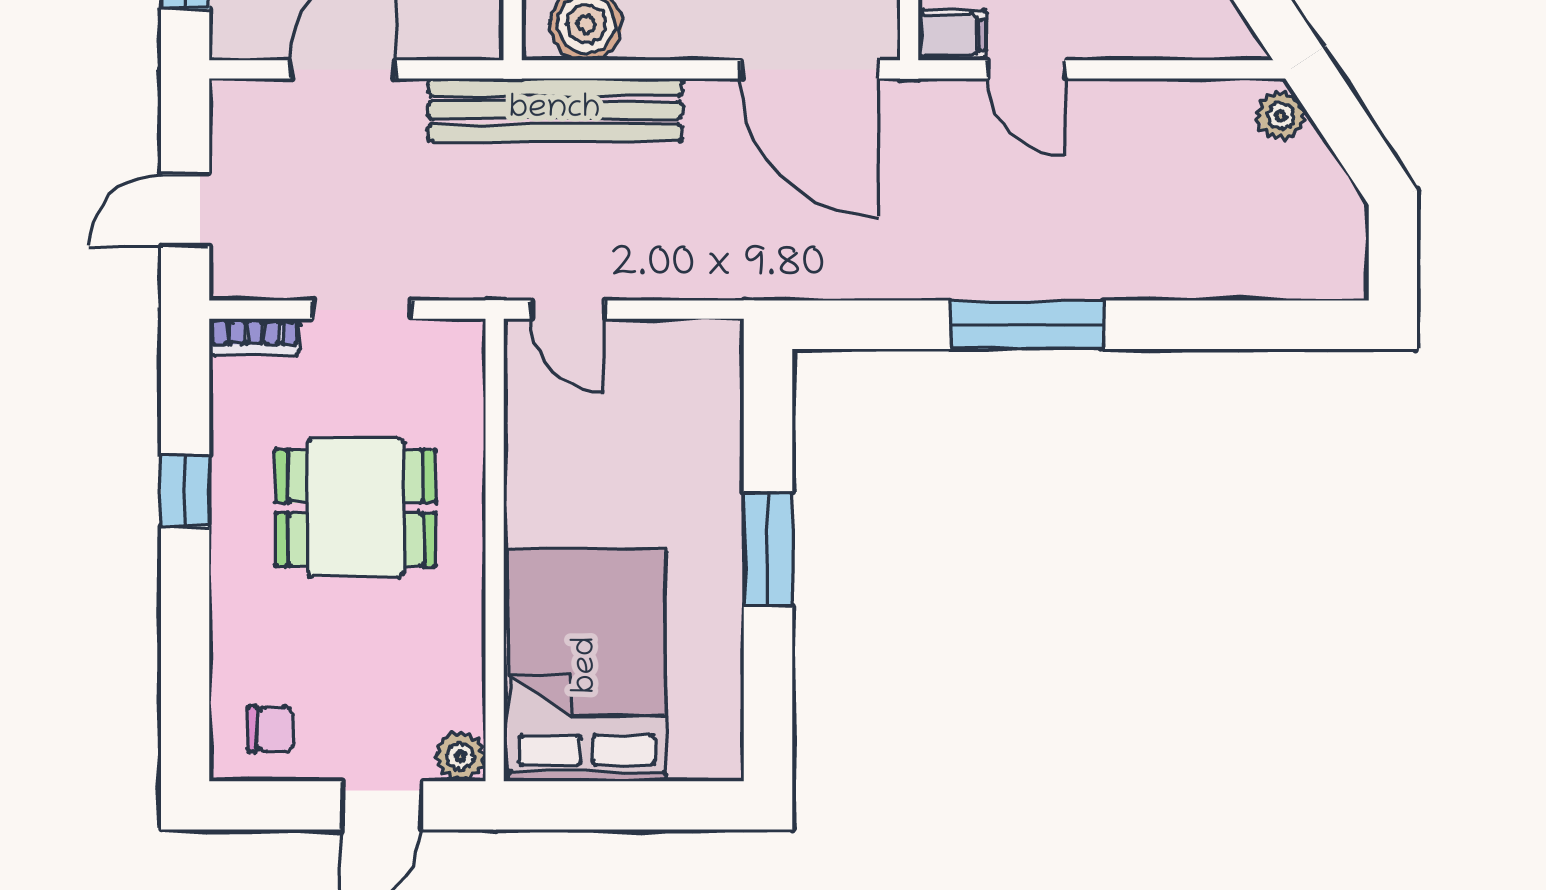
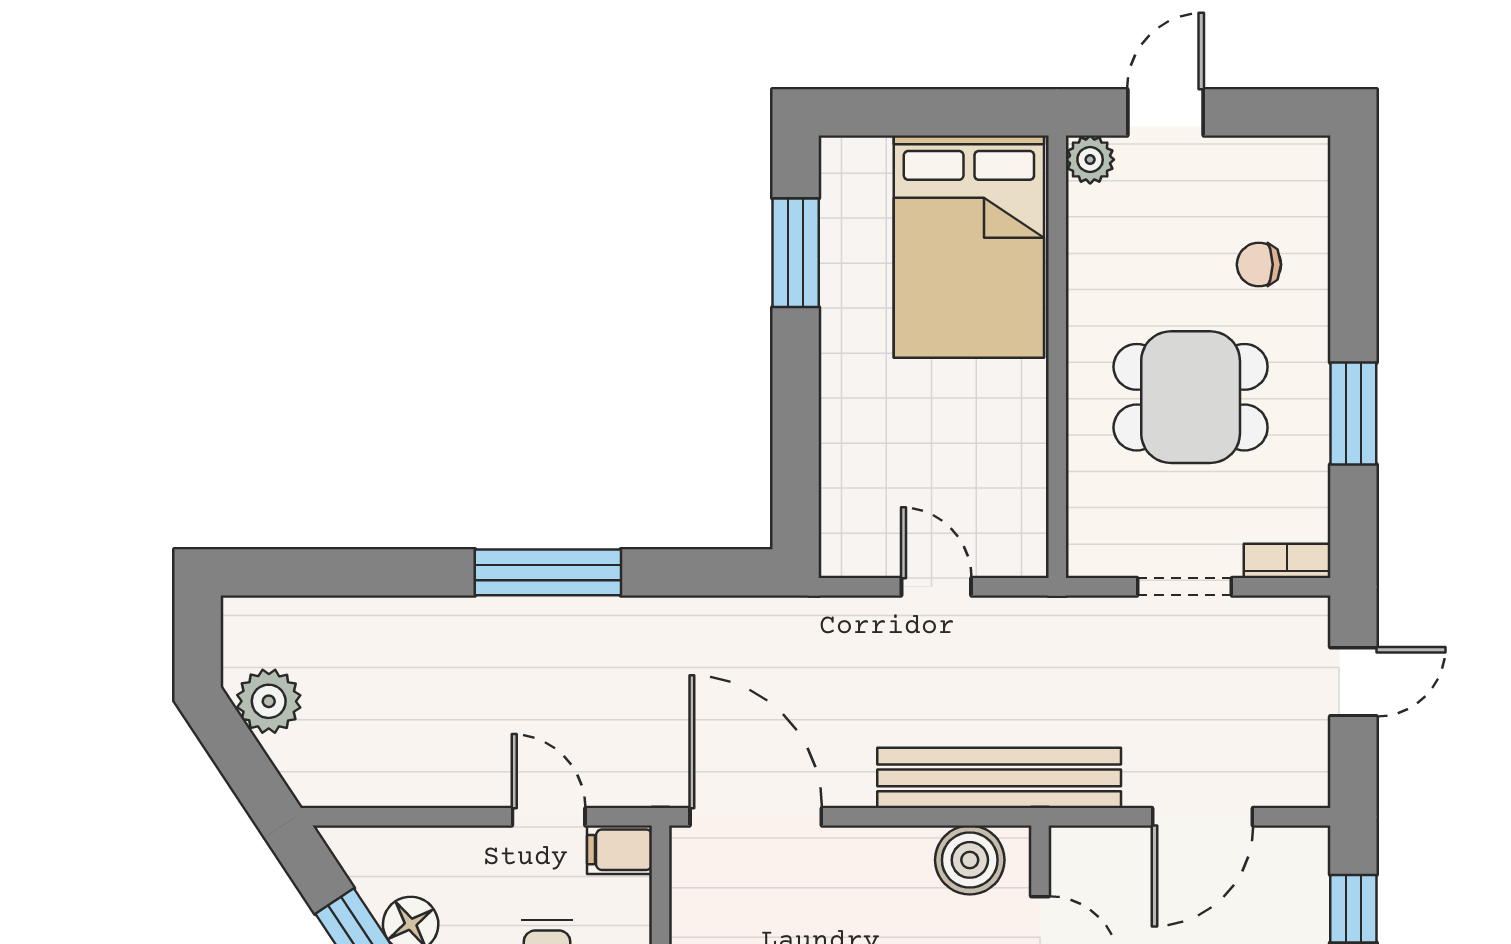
plant: (1281, 116) -> (269, 701), moved, width x1.38, depth x1.38
door: (567, 310) -> (936, 587), moved
window: (185, 491) -> (1353, 414), width x1.50
window: (768, 549) -> (796, 253), moved
chair: (271, 729) -> (1259, 265), moved

